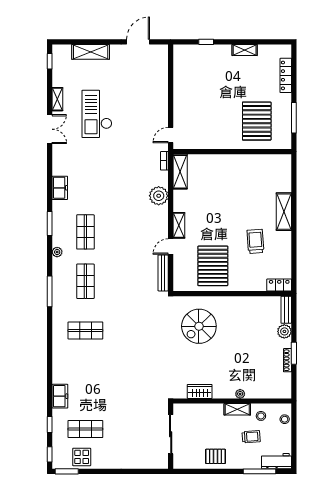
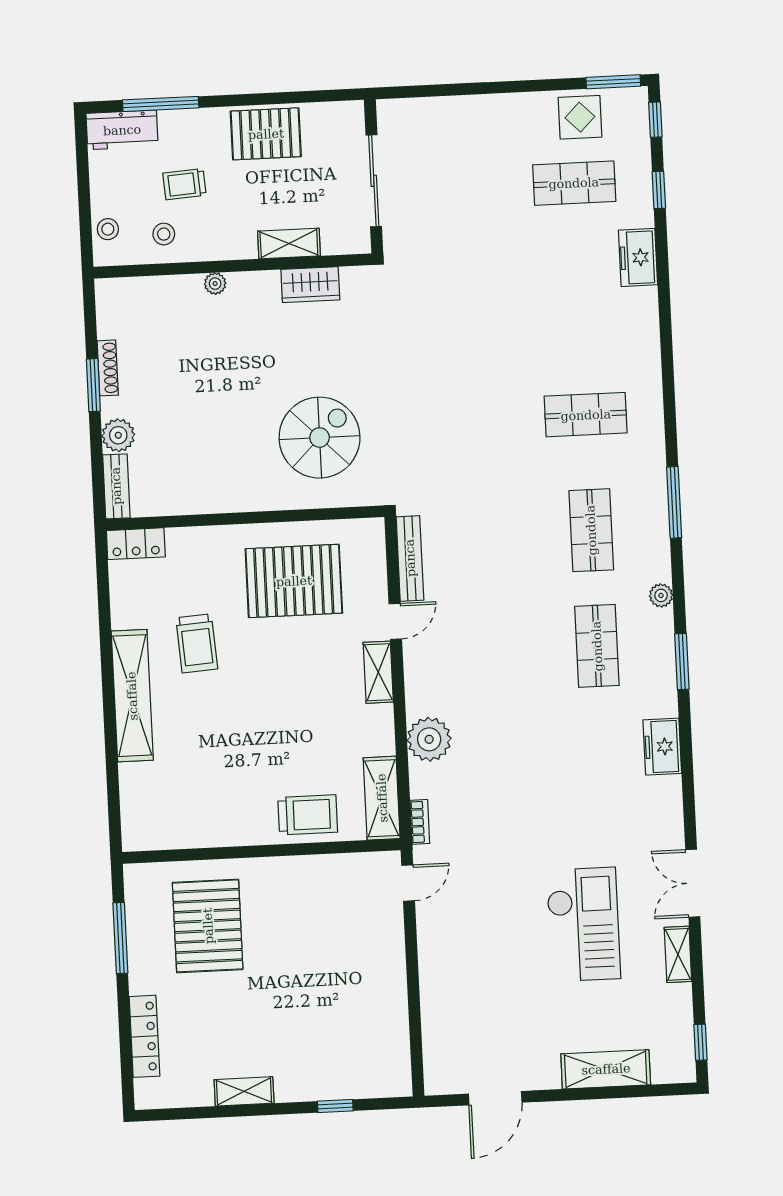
trolley: (212, 166) -> (308, 815), added
shelving: (284, 212) -> (132, 696), width x1.47
pallet: (213, 266) -> (294, 581), turned 90
shelving: (237, 409) -> (289, 243), moved
pallet: (216, 456) -> (266, 134), width x1.50, depth x1.42

